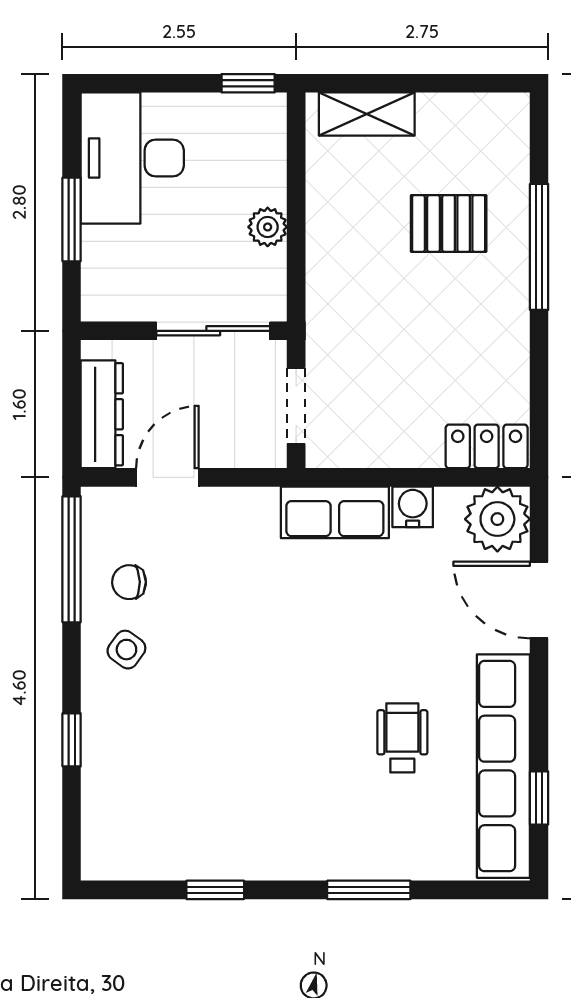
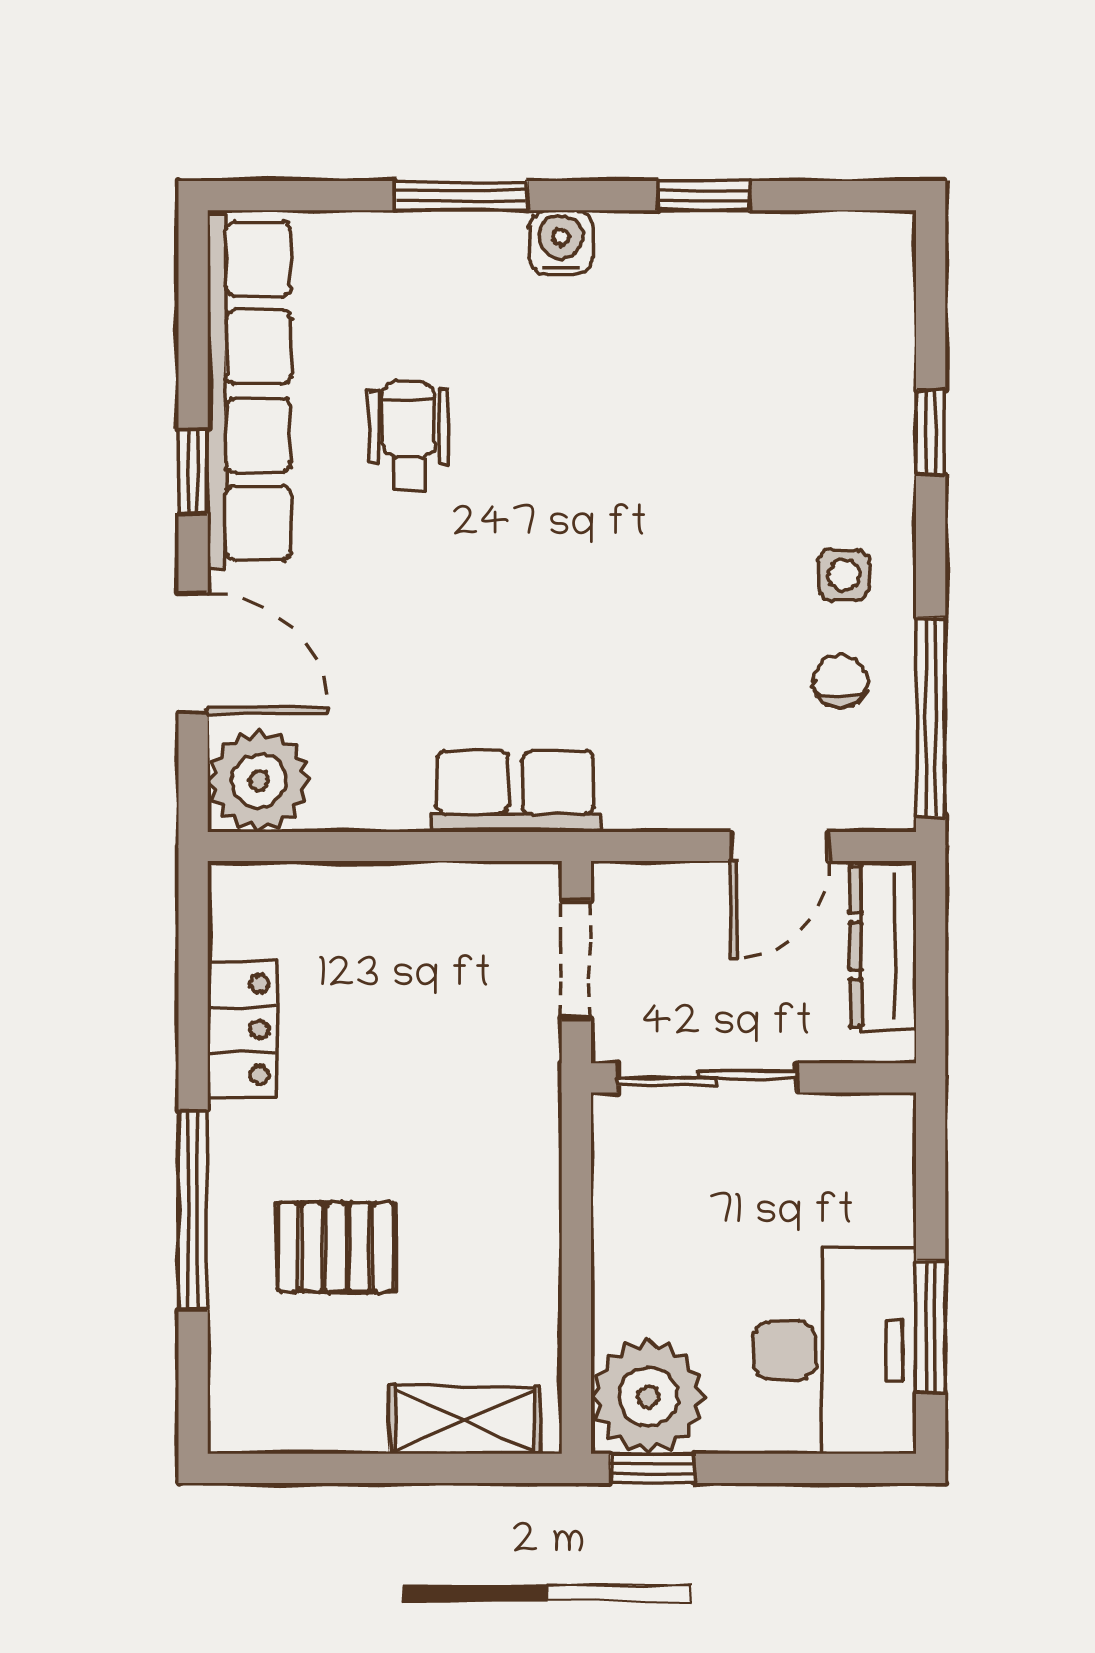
window: (72, 219) -> (931, 1327), moved
plant: (268, 227) -> (648, 1397), moved, width x1.87, depth x1.87
locker: (487, 446) -> (242, 1029), moved, turned -90
water cooler: (413, 507) -> (561, 242), moved, turned 180
chair: (129, 582) -> (840, 681), turned -89
side table: (126, 650) -> (844, 575), turned -36
wheelchair: (402, 738) -> (409, 436), turned 180
window: (539, 798) -> (193, 471), moved

